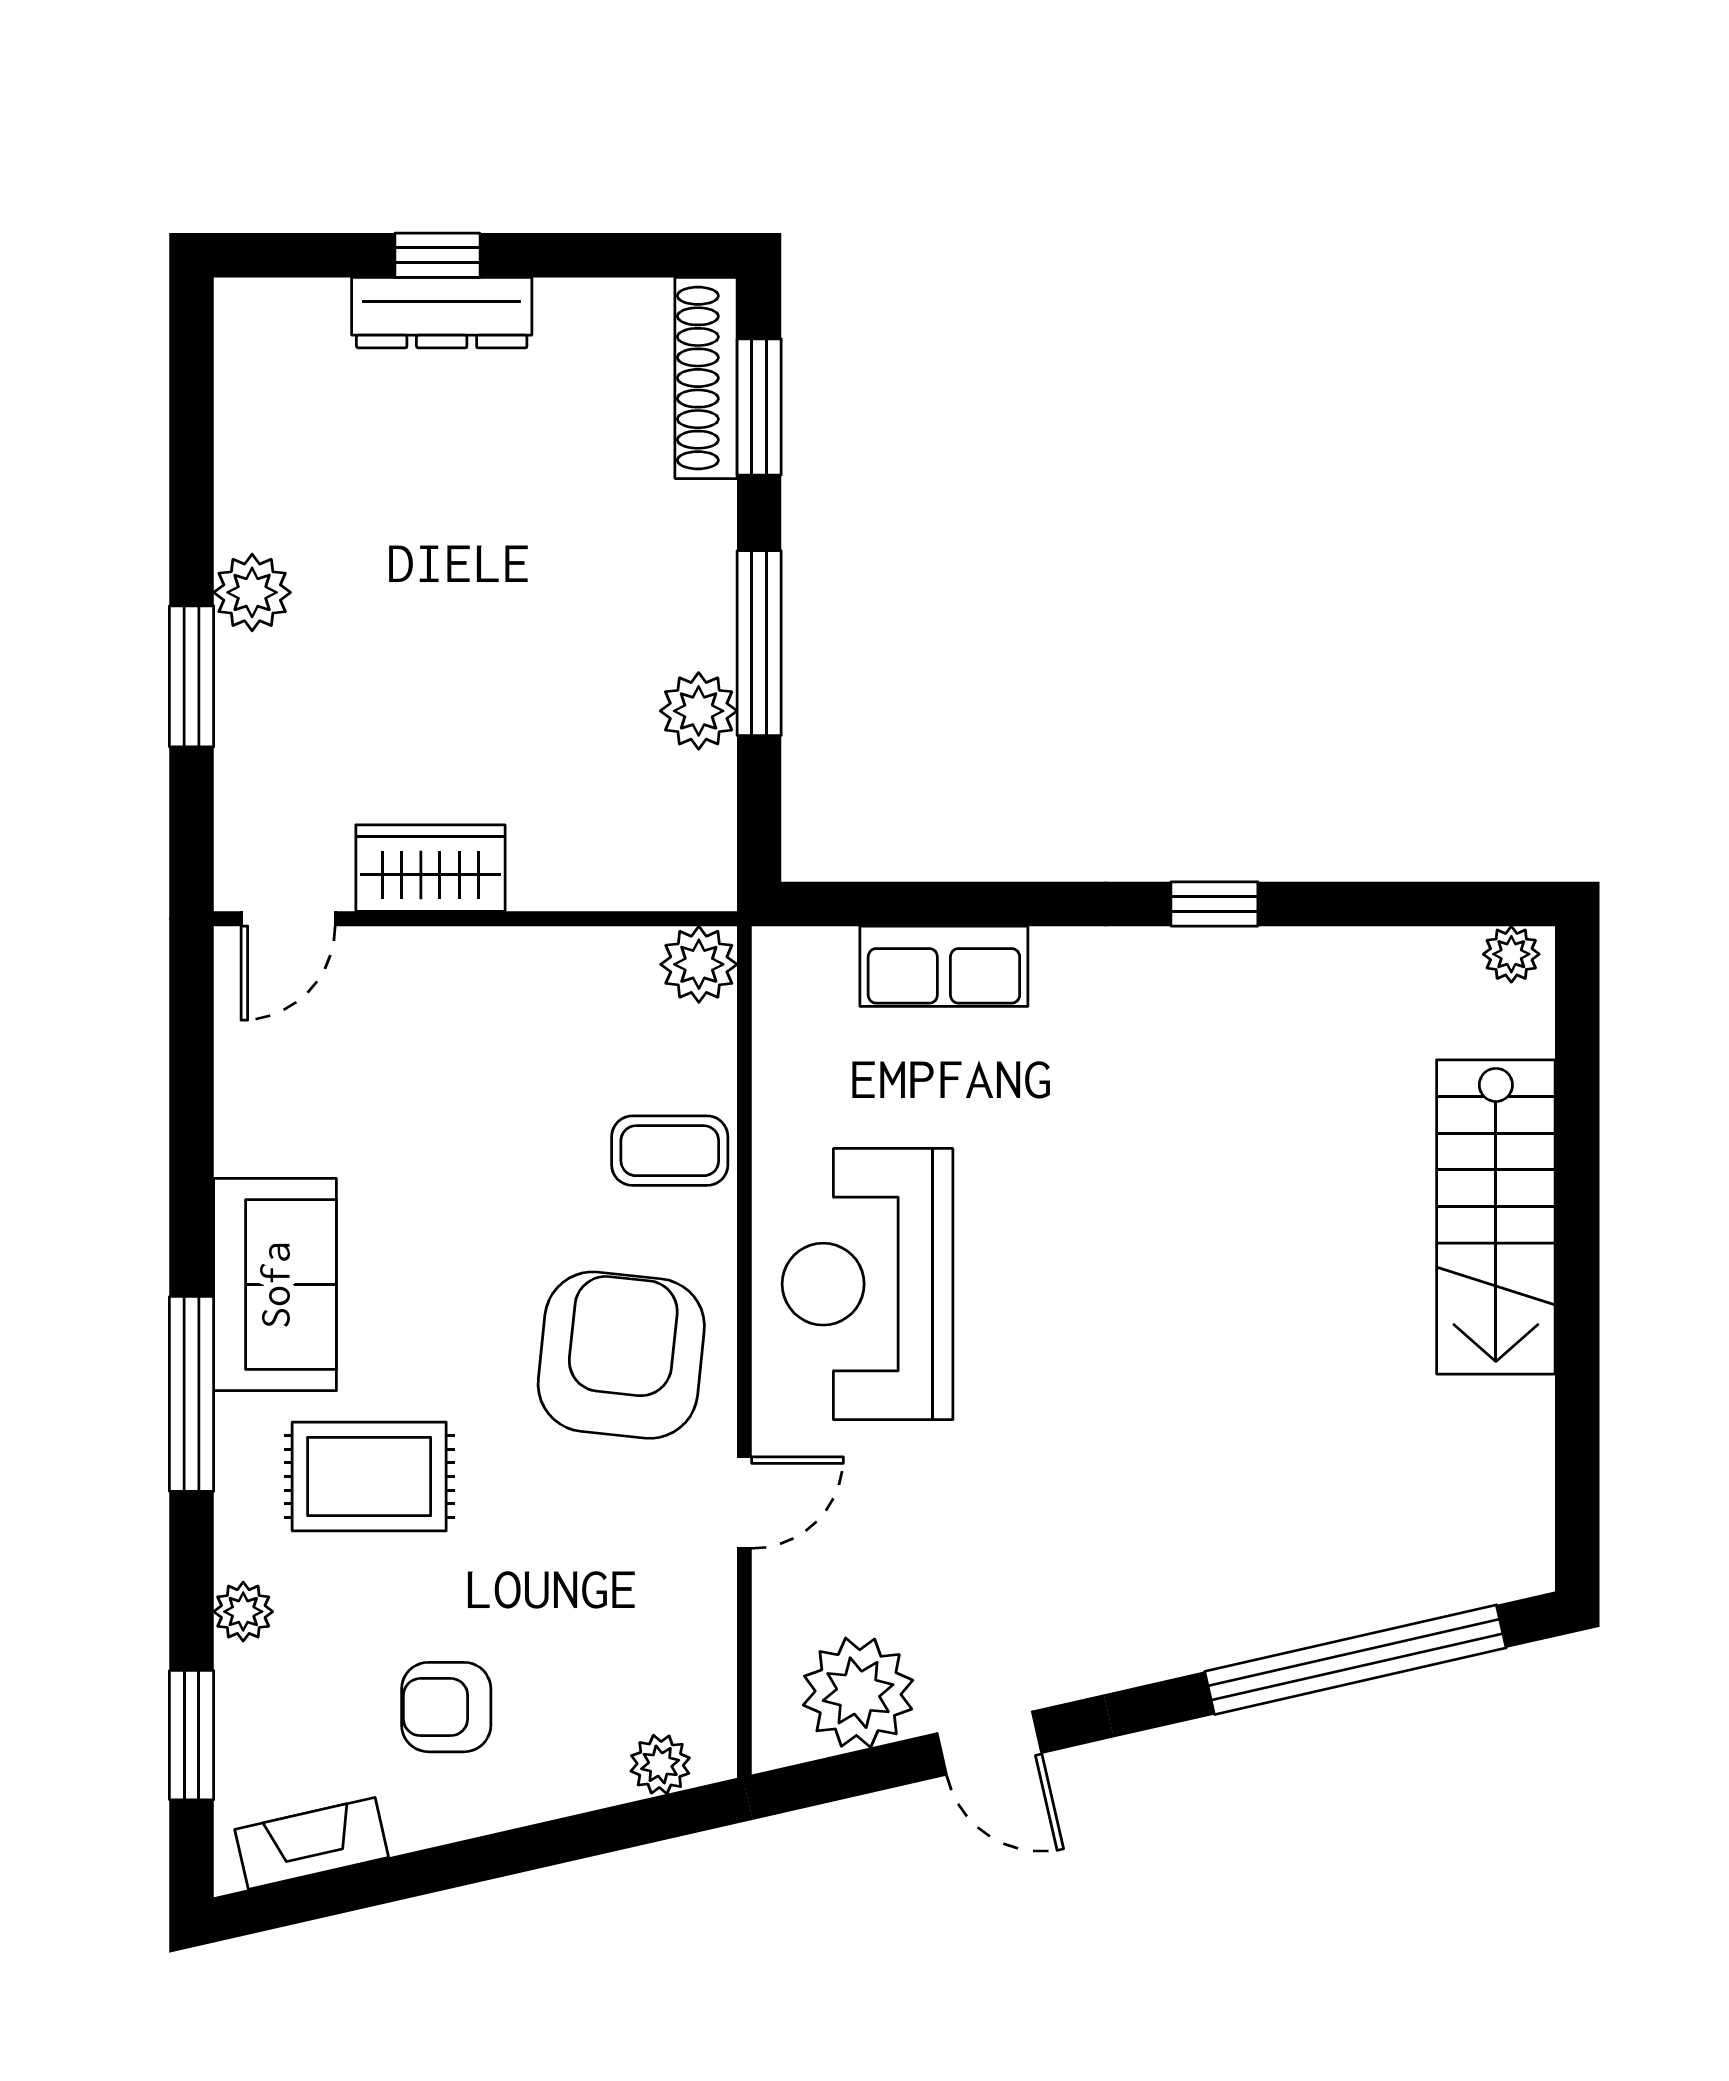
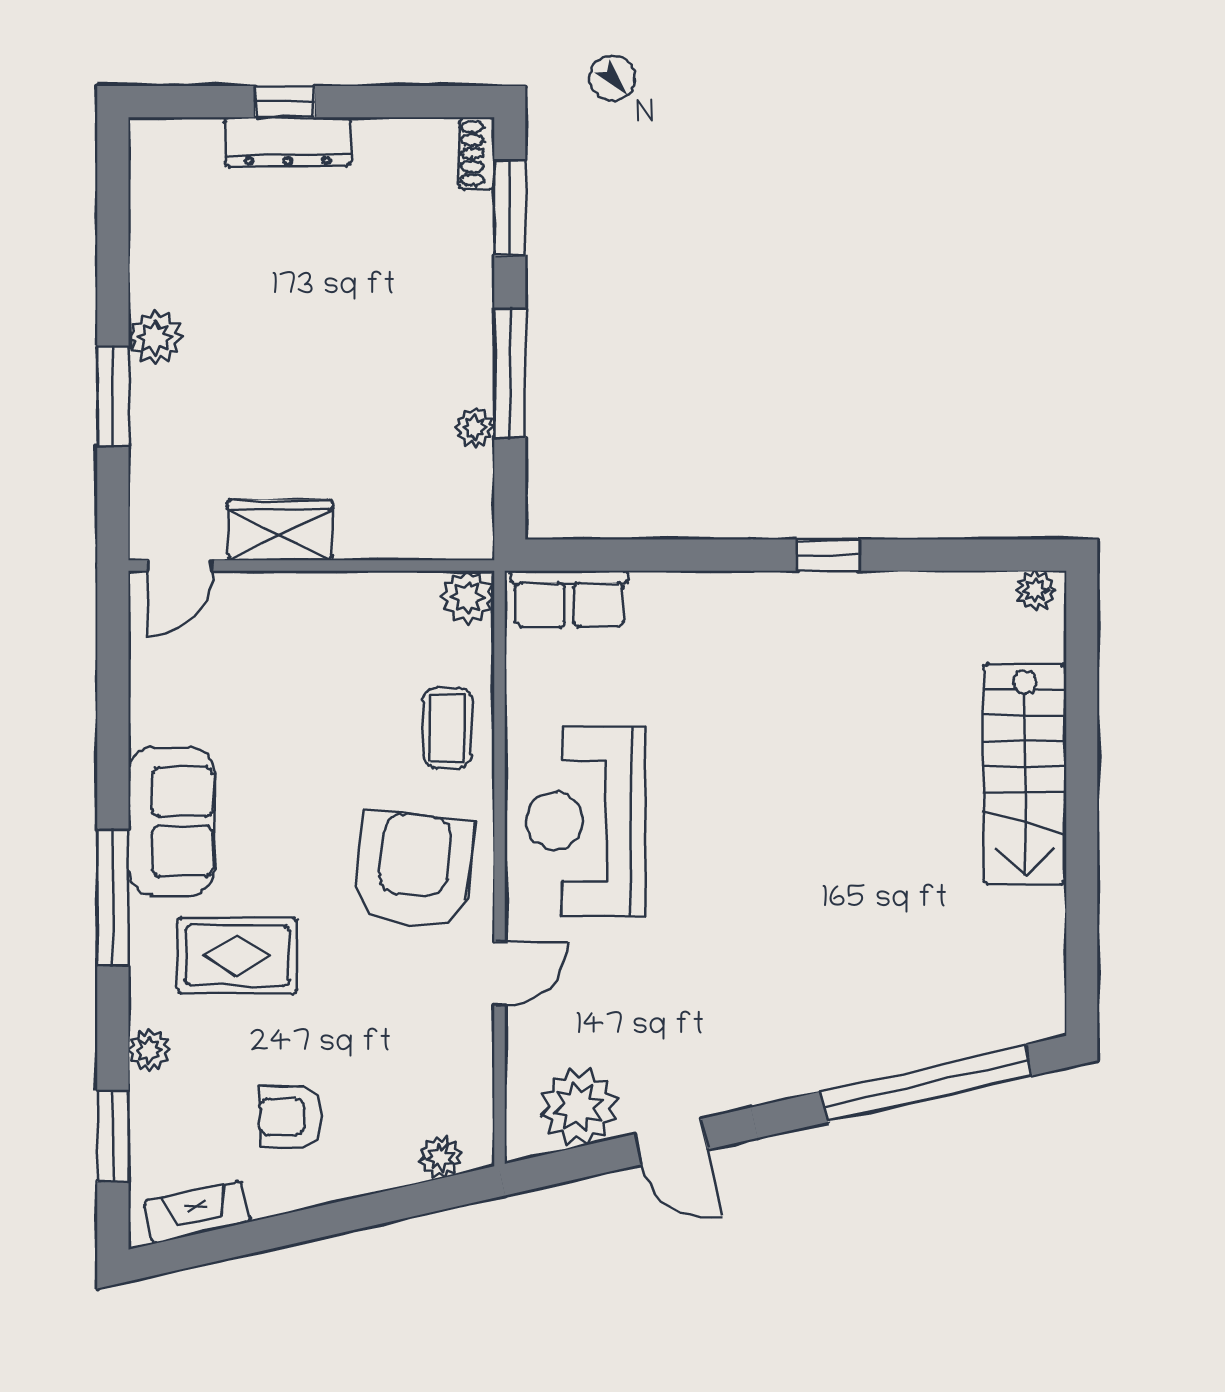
shoe rack: (706, 378) -> (477, 153), width x0.51, depth x0.81
plant: (699, 711) -> (475, 427), width x0.73, depth x0.73
row of seats: (944, 966) -> (569, 599), moved
coffee table: (670, 1151) -> (447, 728), turned 90

